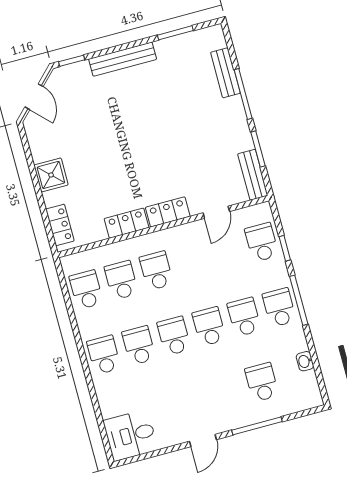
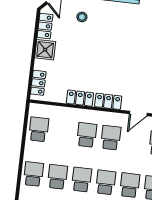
stool: (84, 109) -> (82, 17), added
locker: (38, 142) -> (45, 26), added
school desk: (121, 280) -> (111, 138), moved

